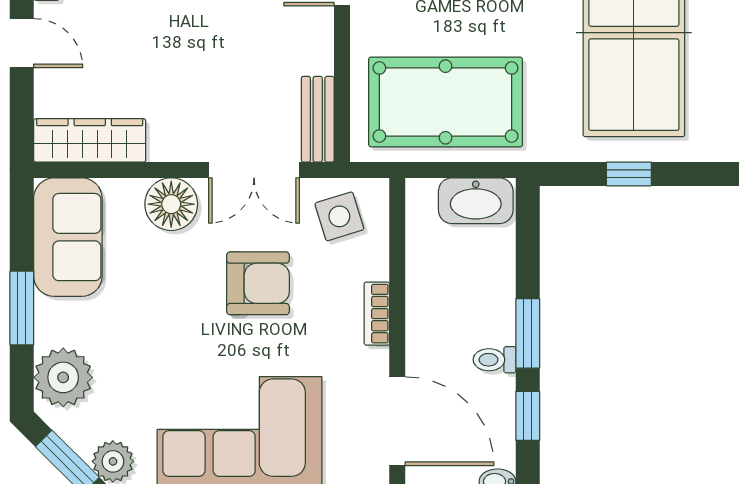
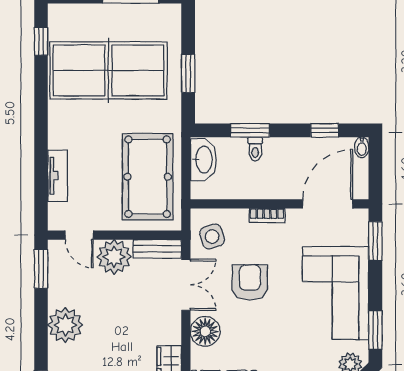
plant: (304, 43) -> (114, 257), added
window: (629, 174) -> (188, 73), width x1.50
window: (528, 333) -> (250, 130), moved
toilet: (494, 360) -> (255, 149), moved

